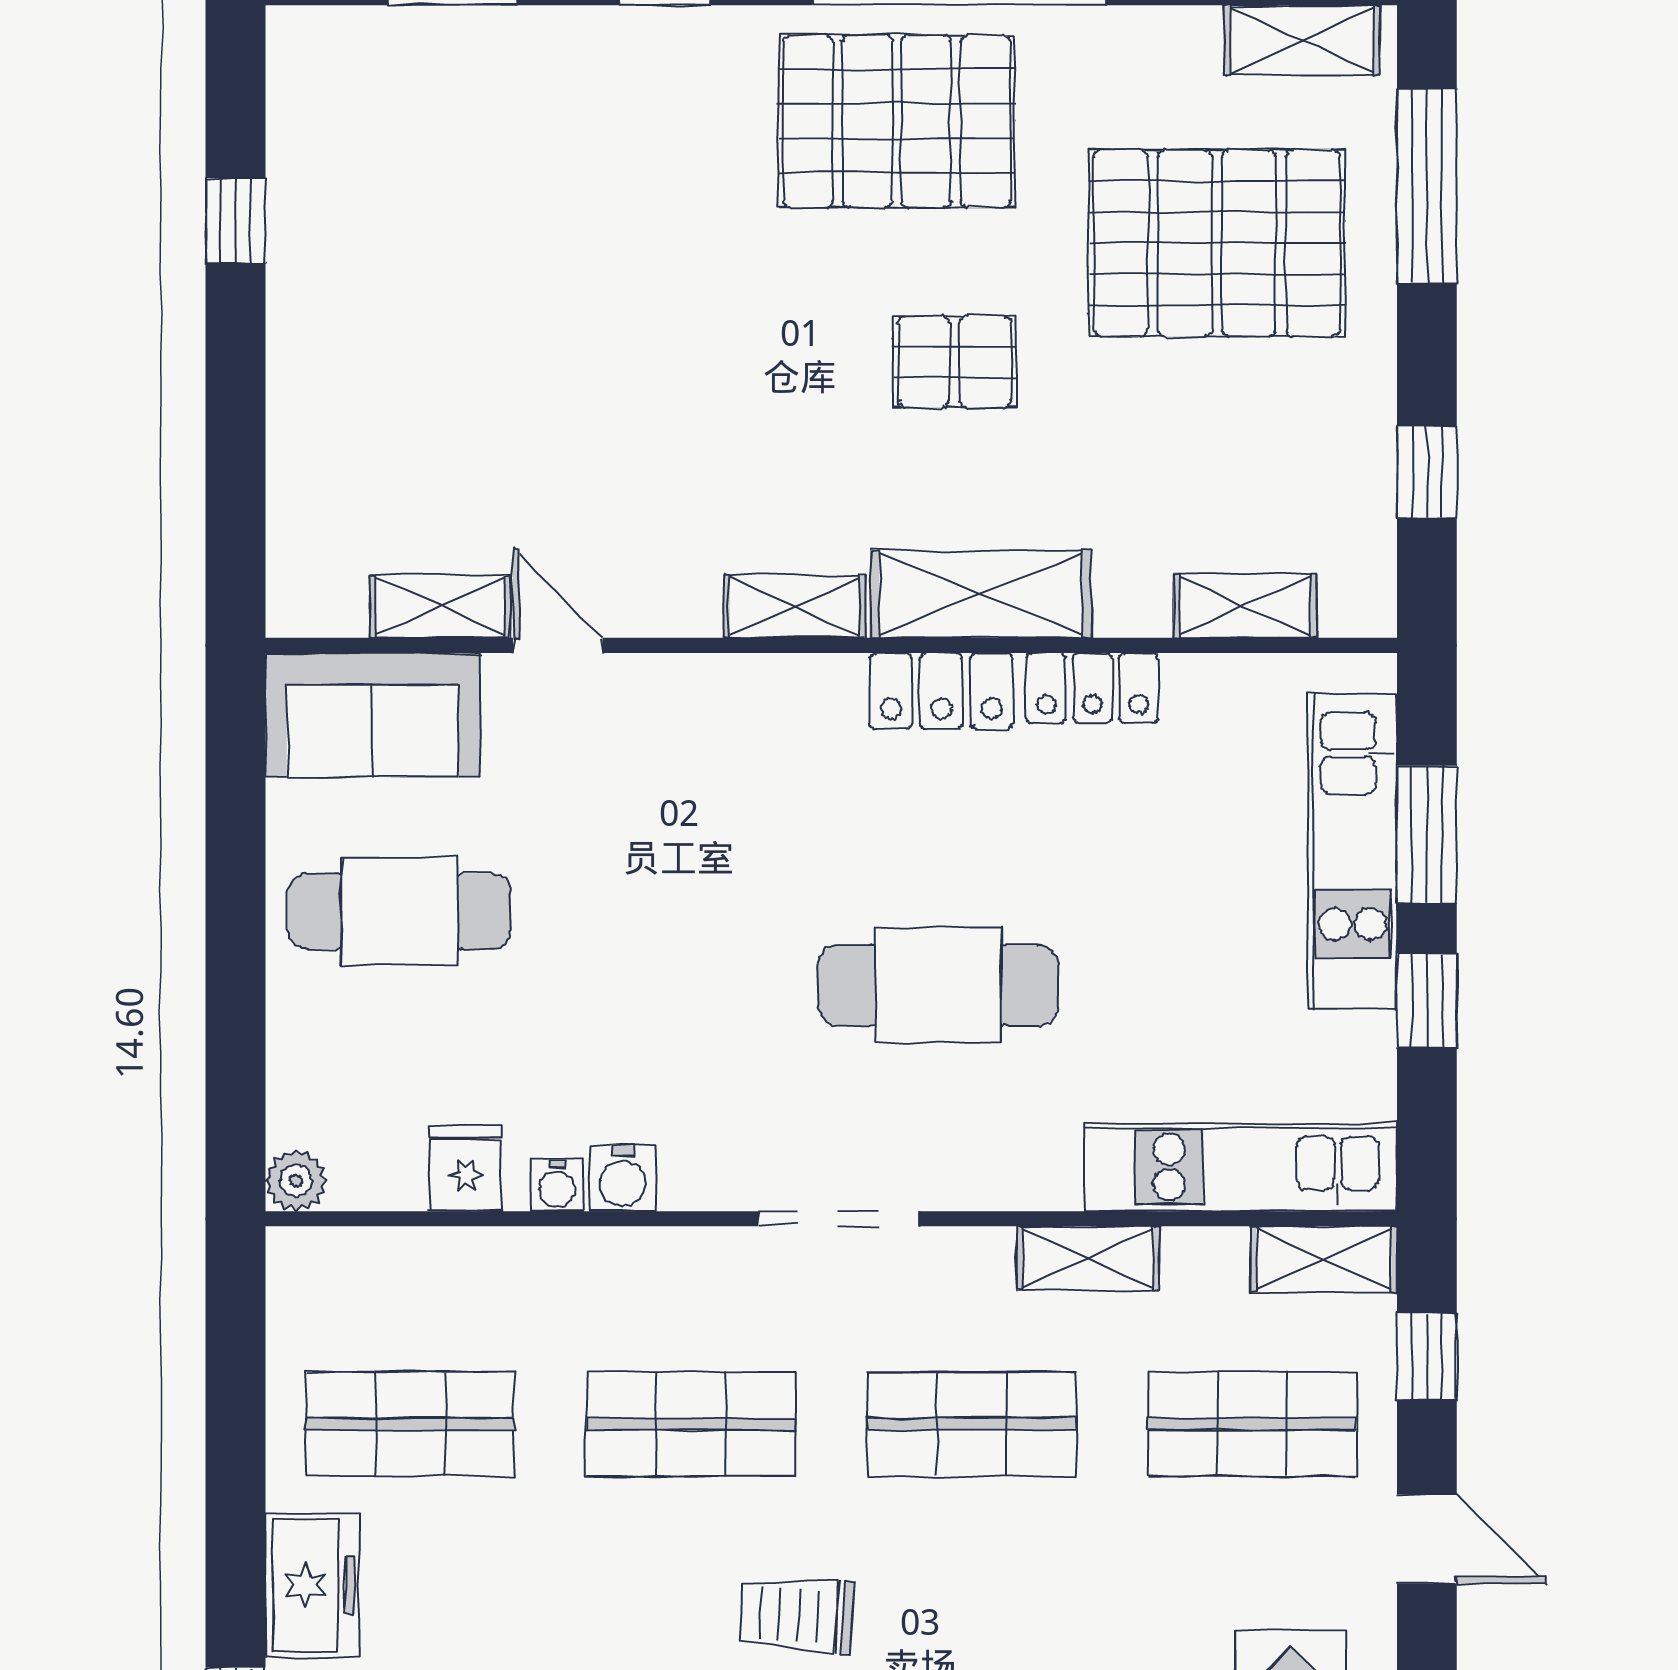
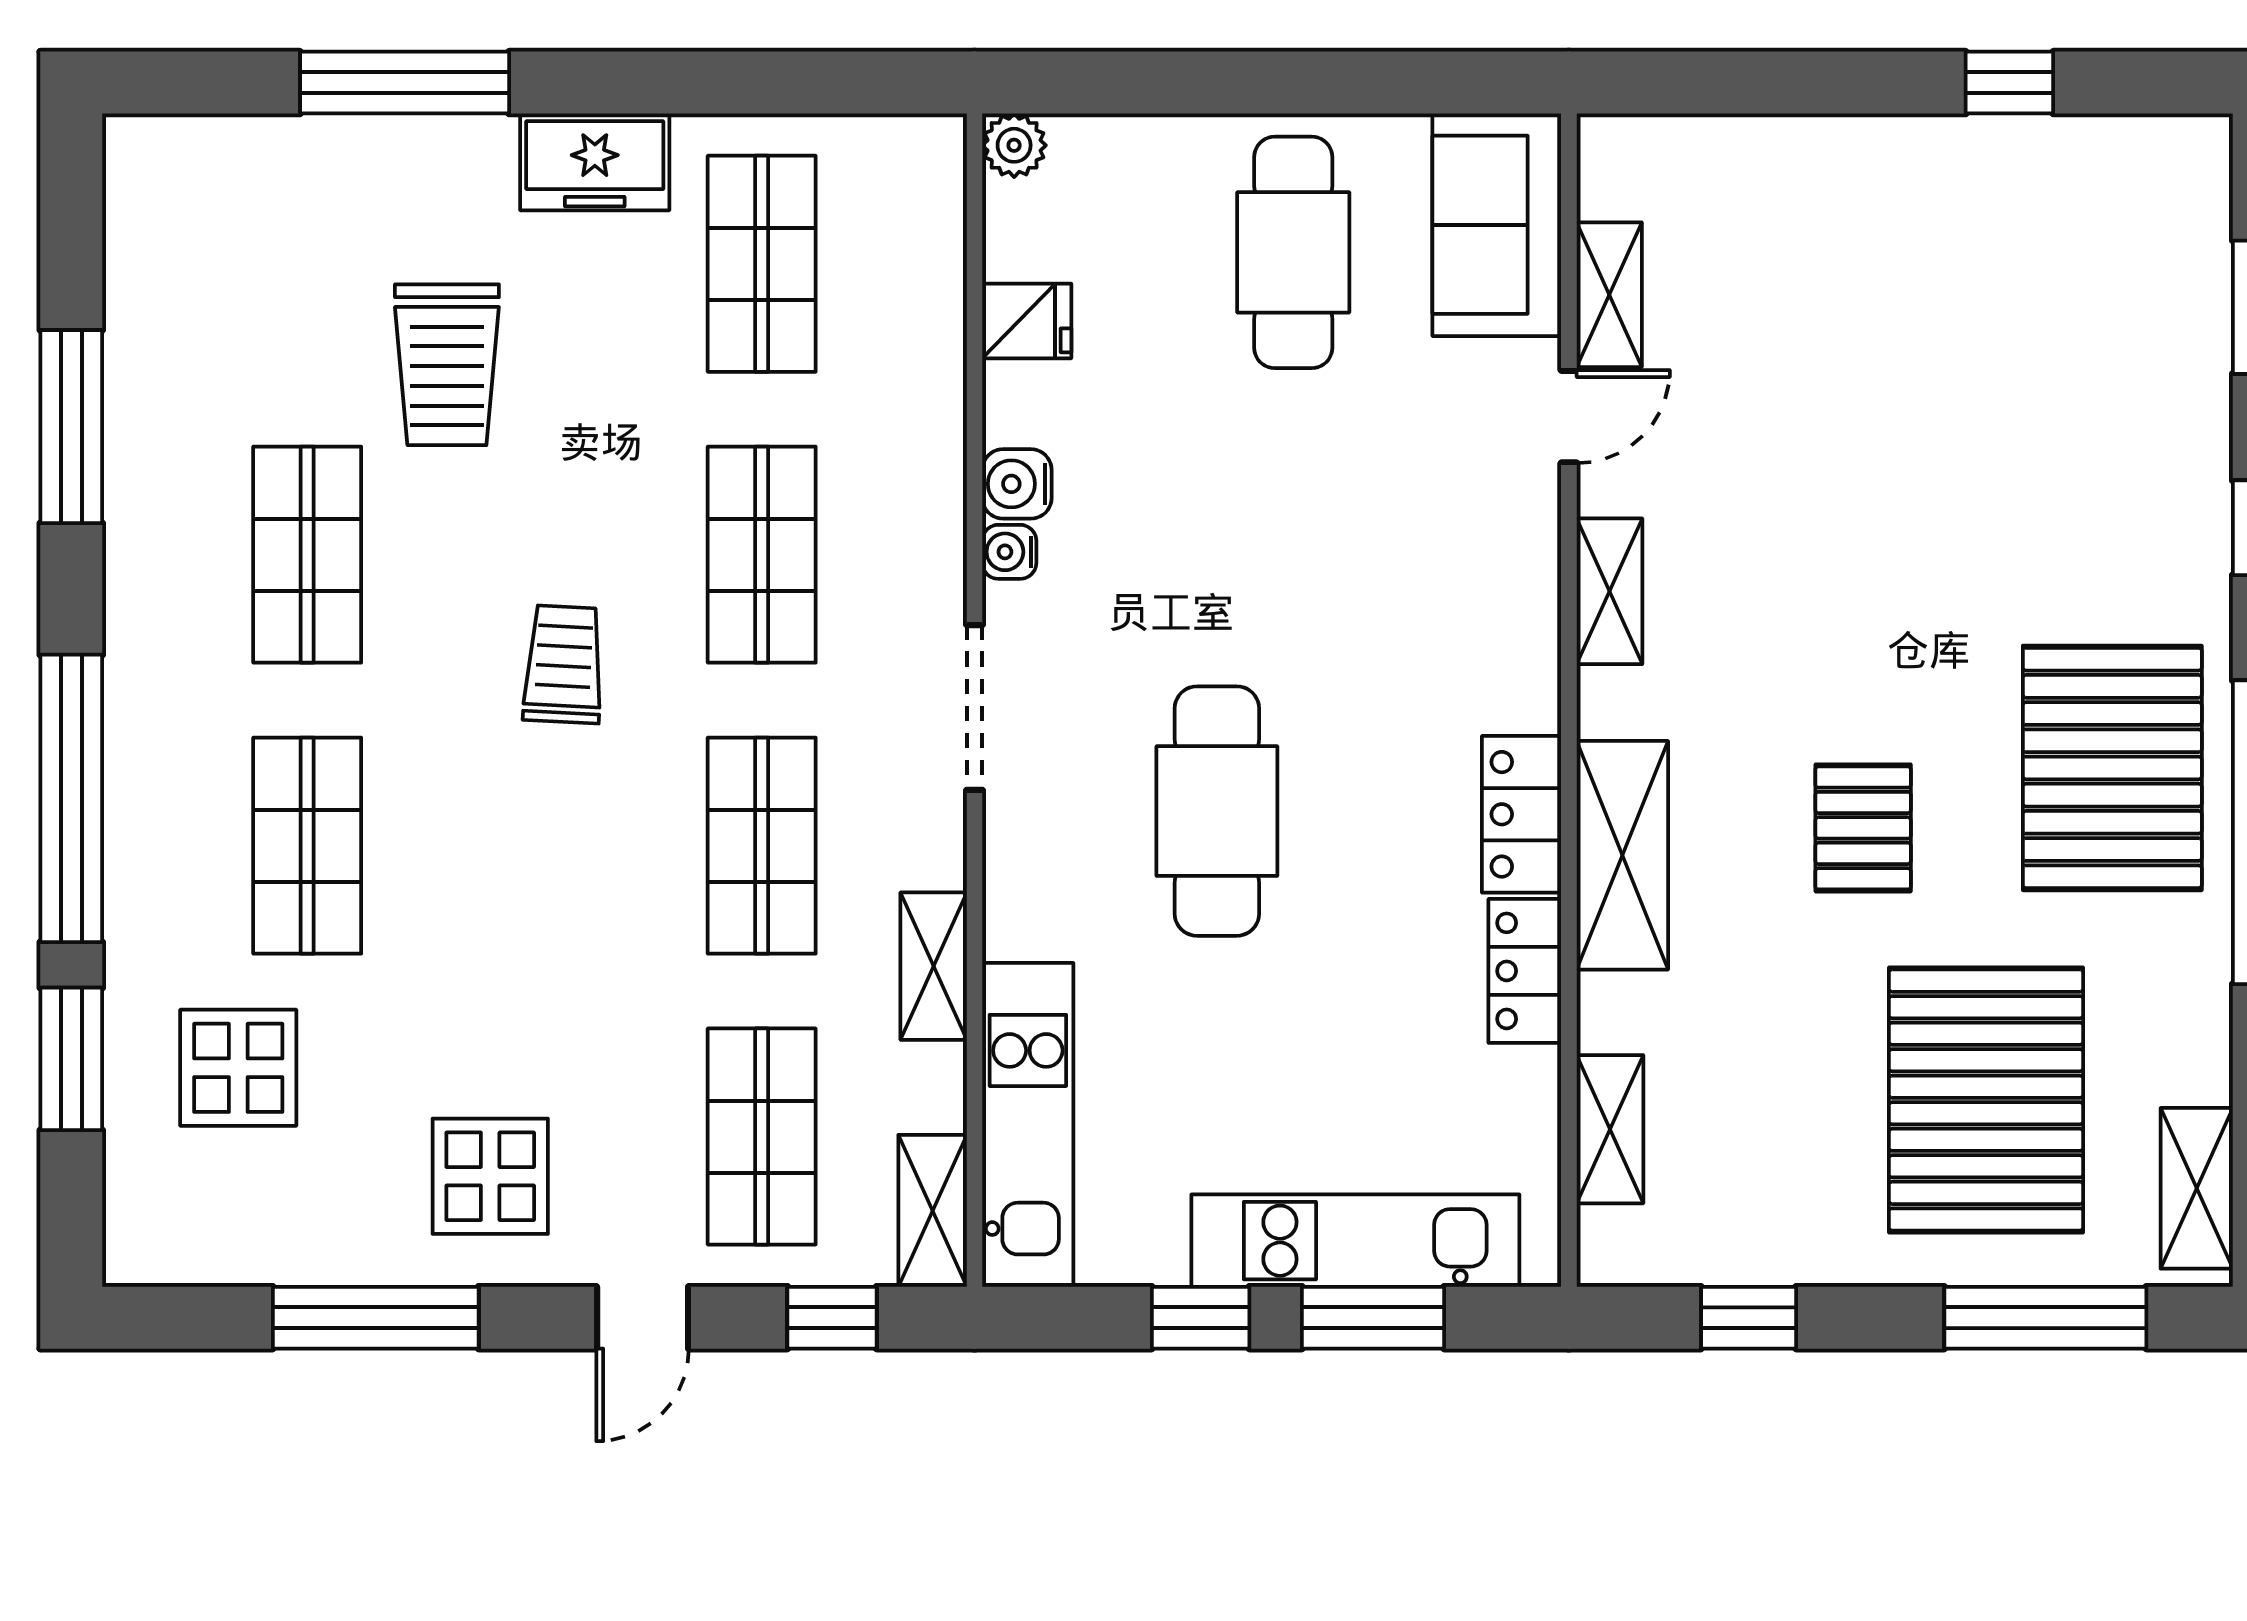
shelving: (794, 606) -> (1609, 591), moved
water cooler: (557, 1185) -> (1009, 552), moved

